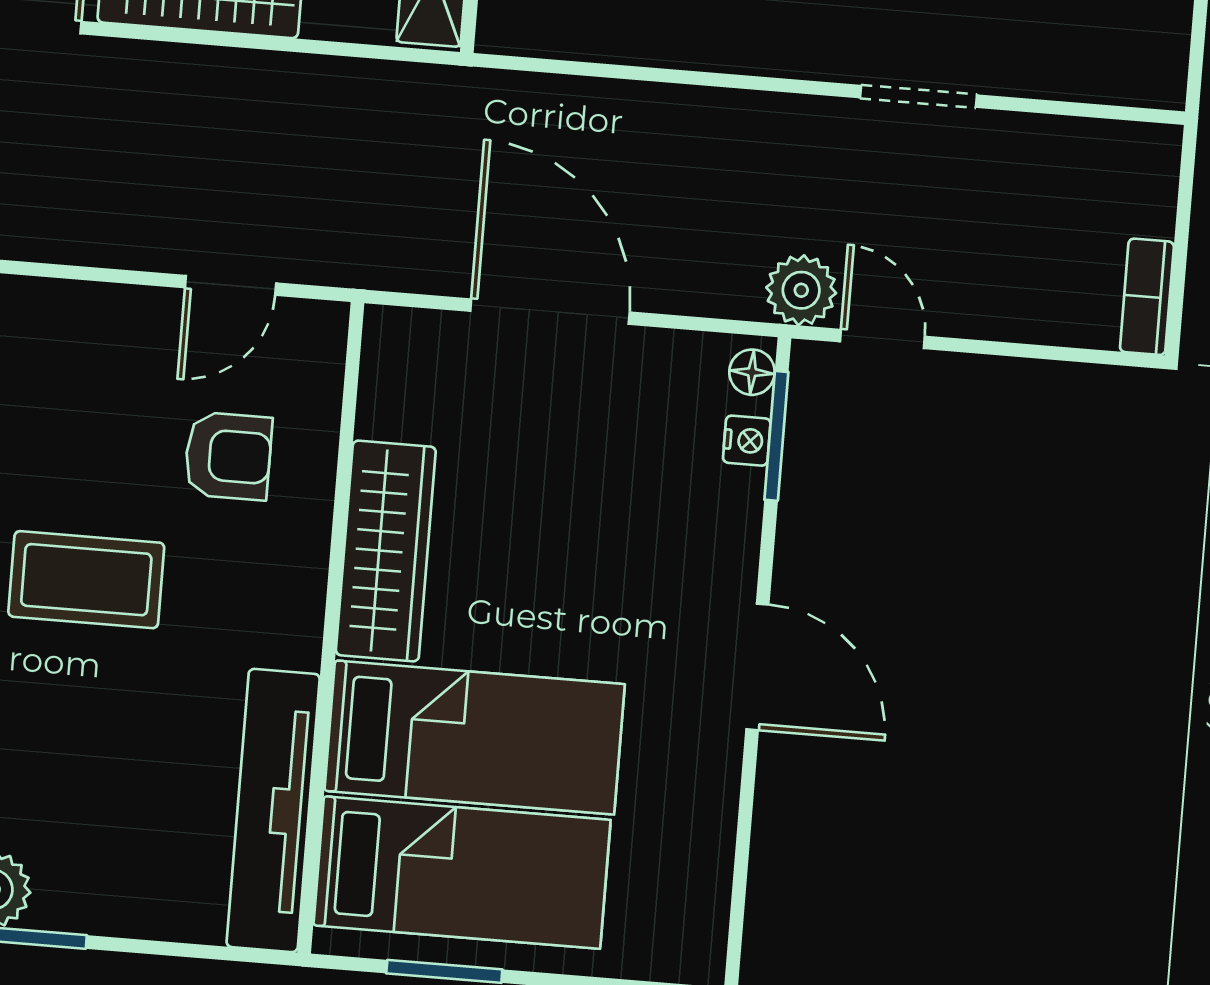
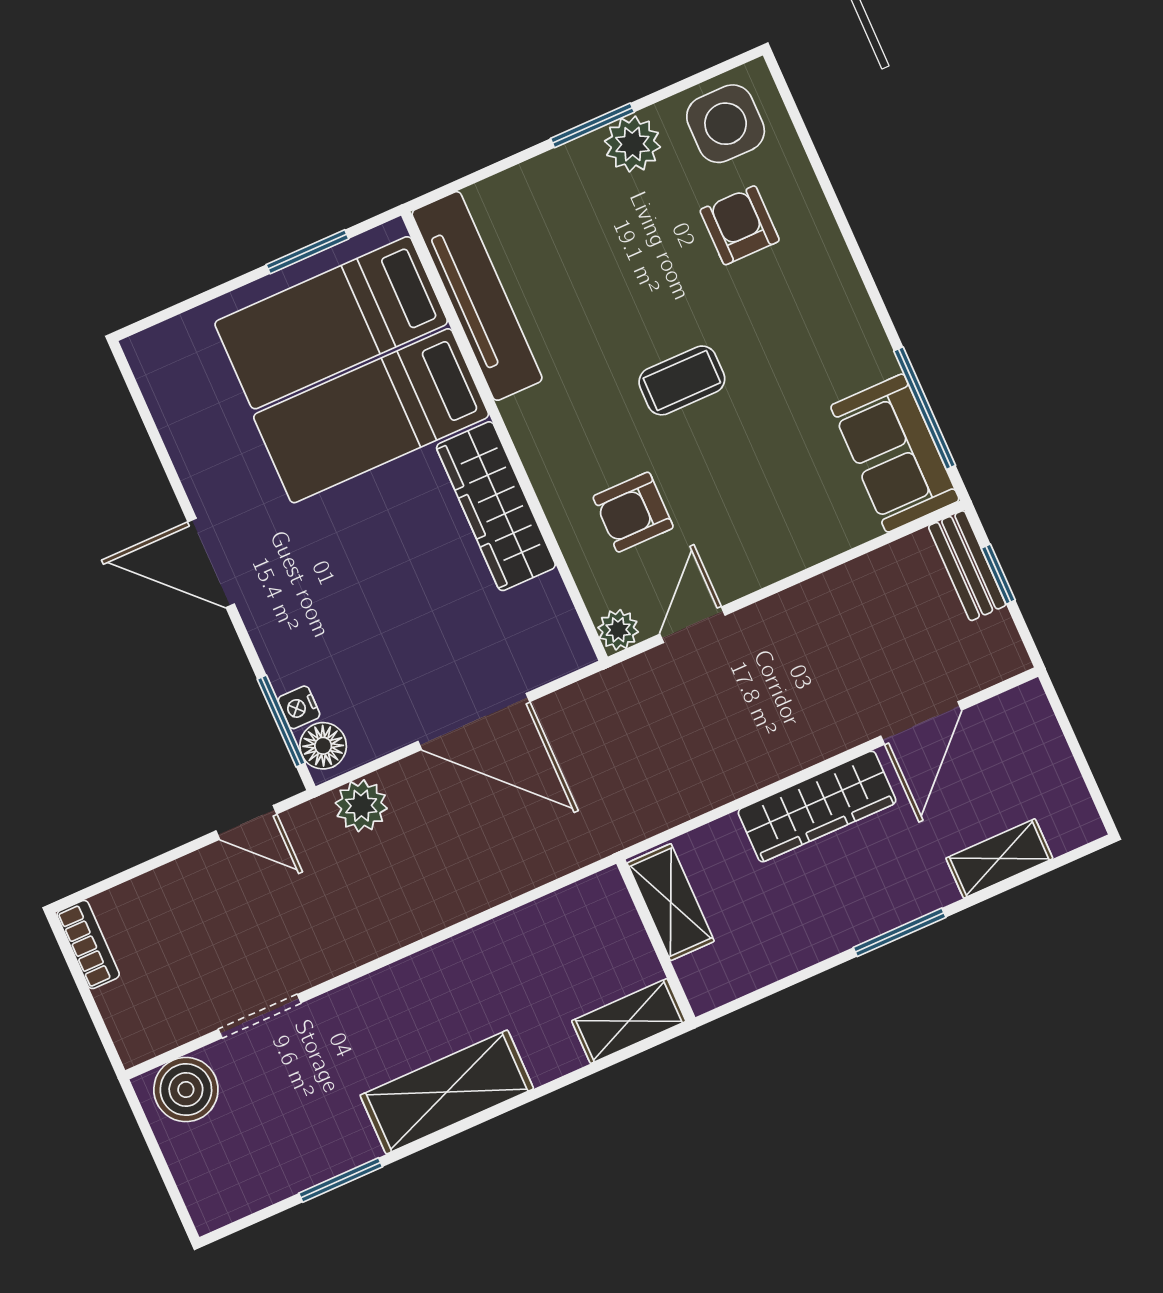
boiler: (1125, 63) -> (186, 1090), added
doorway: (919, 96) -> (260, 1016), moved
plant: (801, 290) -> (361, 806), moved
plant: (321, 327) -> (618, 630), added
floor lamp: (752, 372) -> (323, 746), width x1.37, depth x1.37
coffee table: (86, 580) -> (682, 380), width x0.73, depth x0.77

